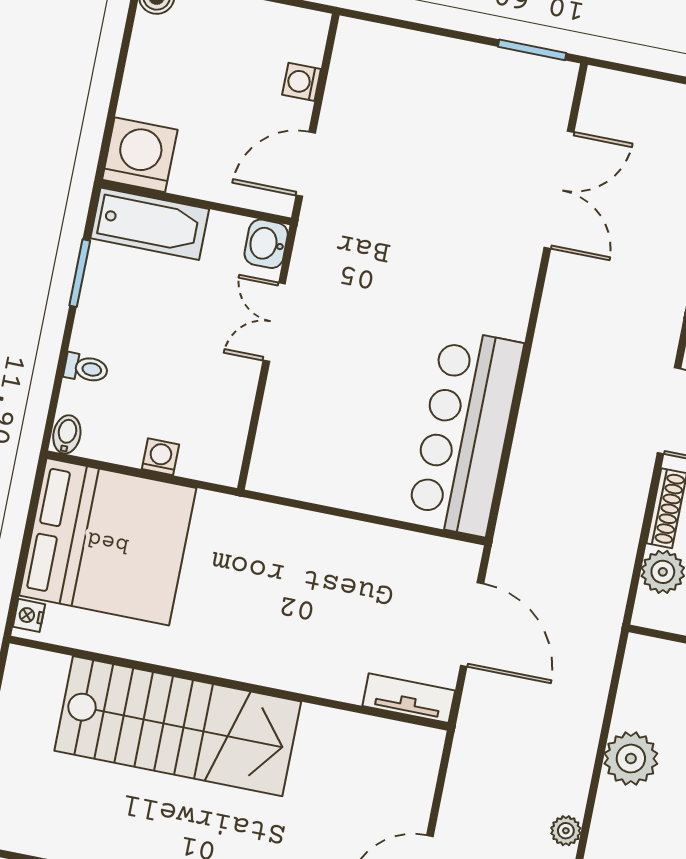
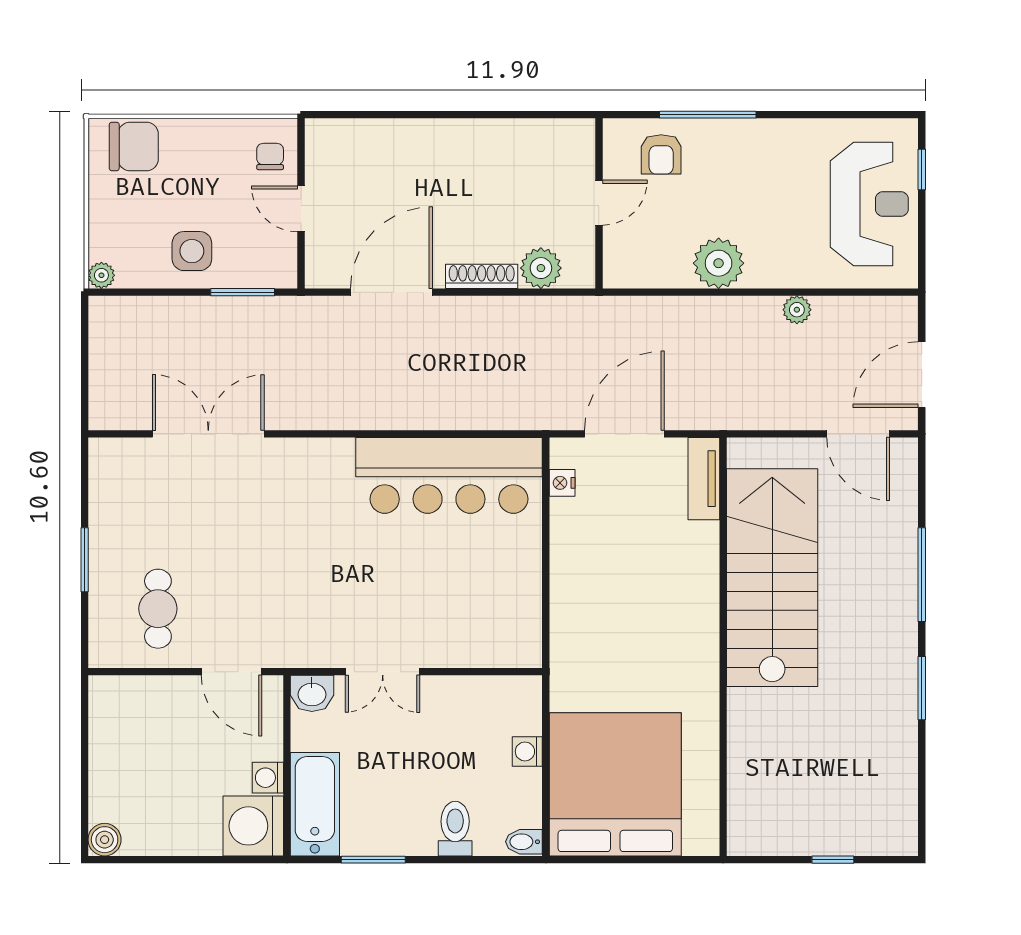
window: (532, 50) -> (85, 560), moved
washing machine: (302, 82) -> (268, 778), moved, turned 90
cafe table: (387, 100) -> (158, 609), added
toilet: (86, 368) -> (455, 829), width x1.37, depth x1.39
nightstand: (29, 615) -> (562, 483), moved, turned 90
stairs: (178, 726) -> (772, 578), moved

